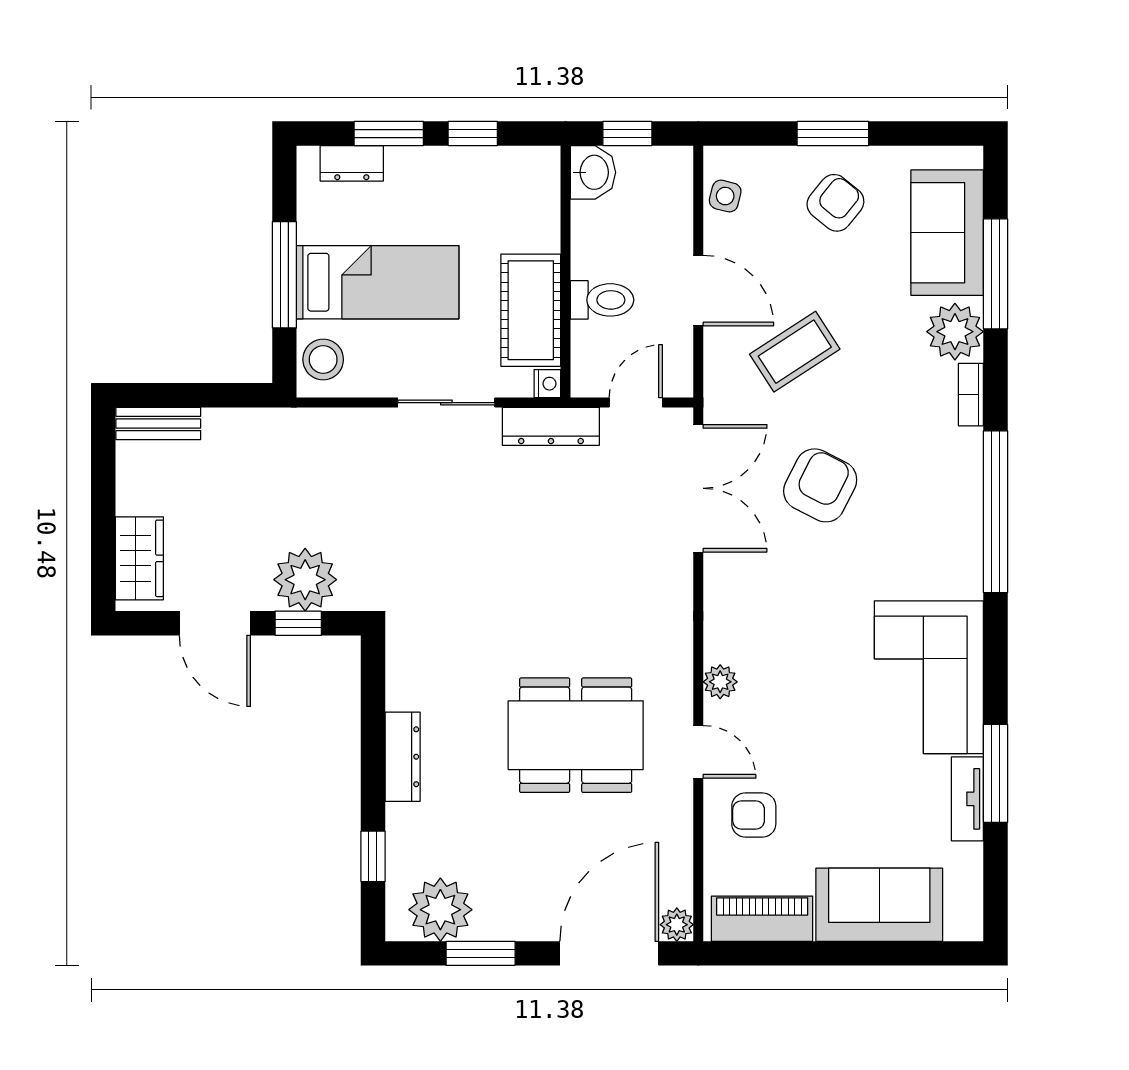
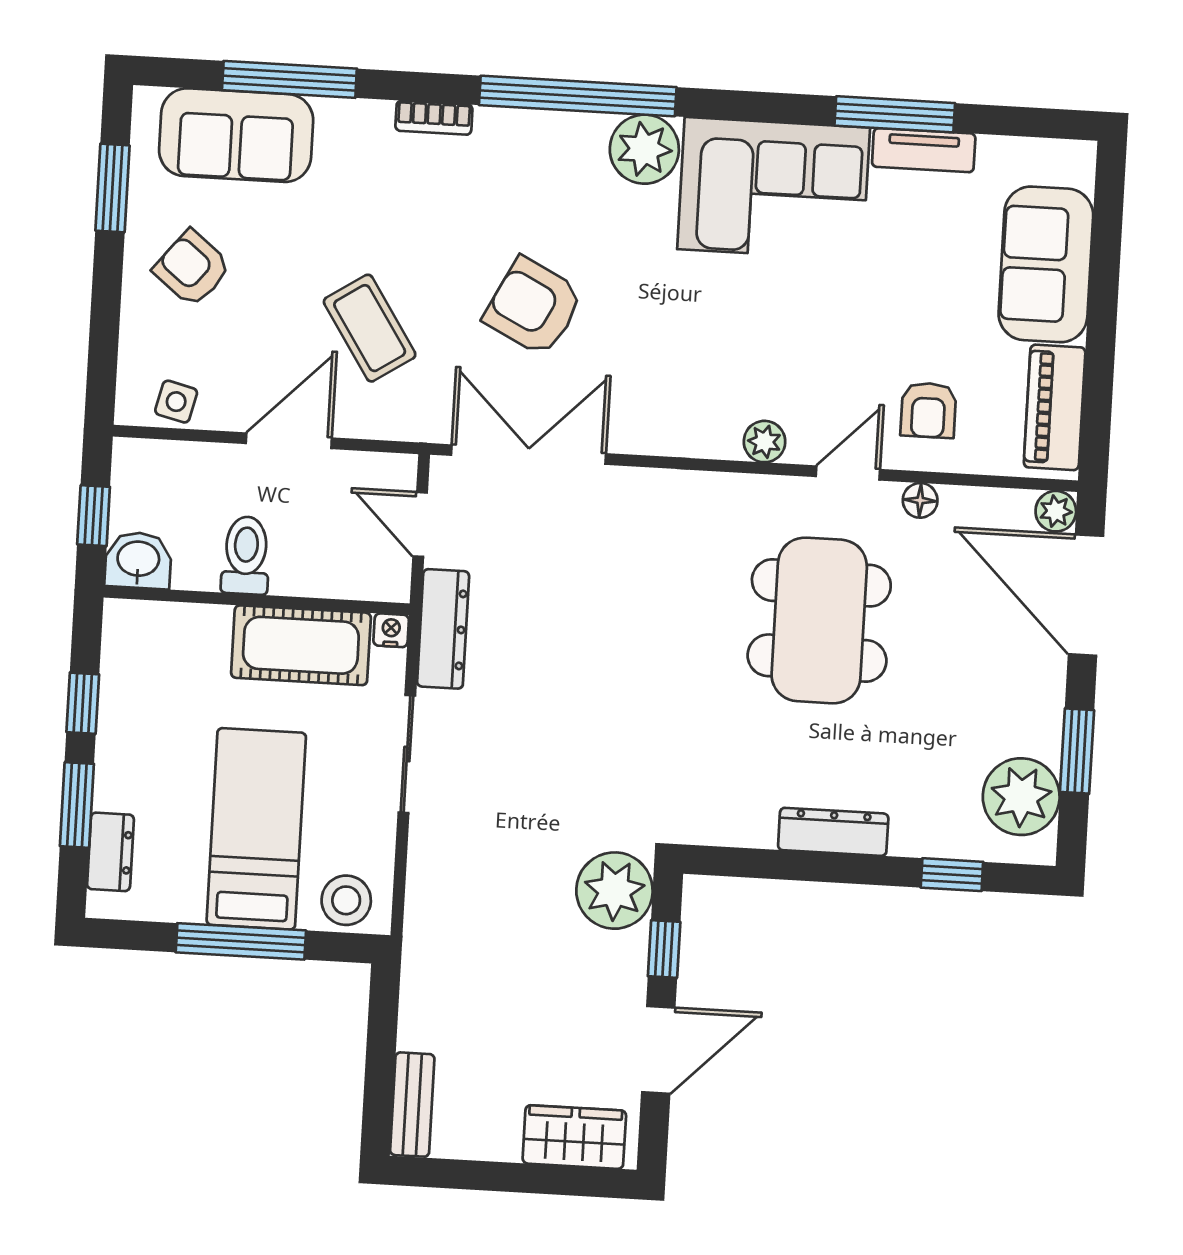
window: (833, 134) -> (112, 188), moved
toilet: (602, 300) -> (246, 555), moved
plant: (955, 332) -> (644, 149), moved
plant: (305, 580) -> (614, 891), moved
floor lamp: (679, 813) -> (920, 500), added

